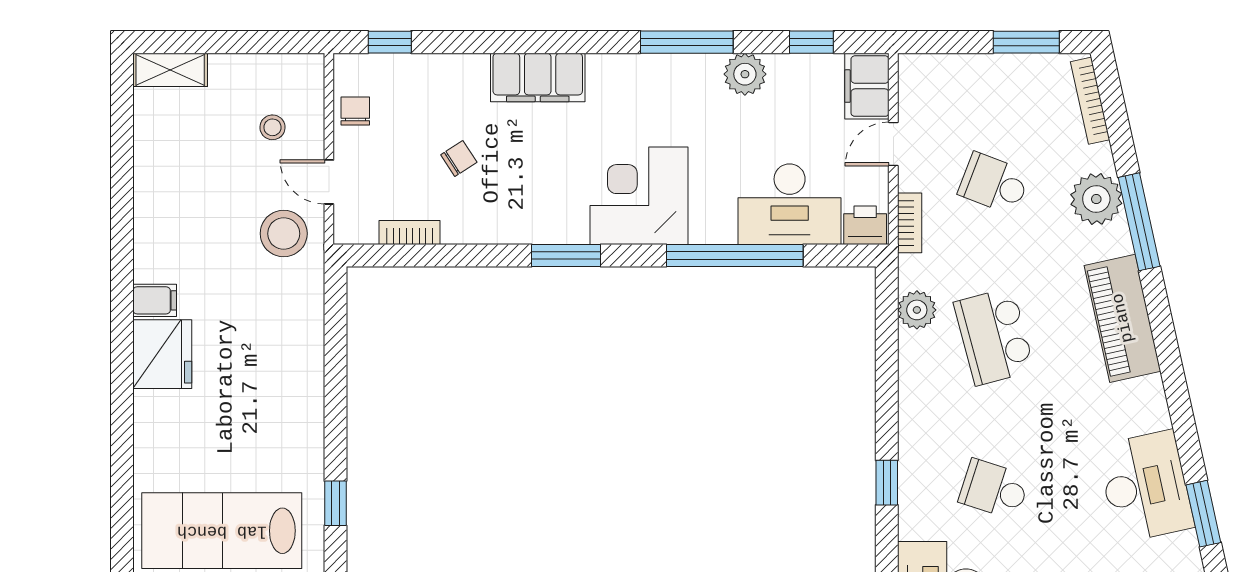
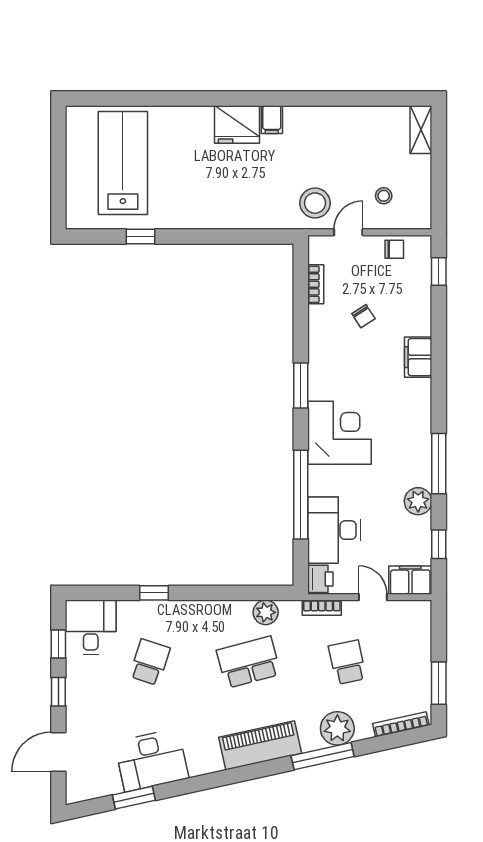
filing cabinet: (538, 77) -> (418, 357), width x0.67, depth x0.86
school desk: (994, 183) -> (347, 662), turned -33

